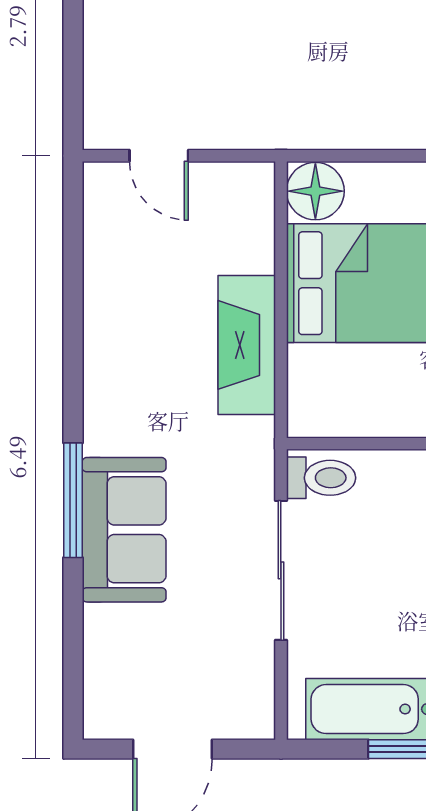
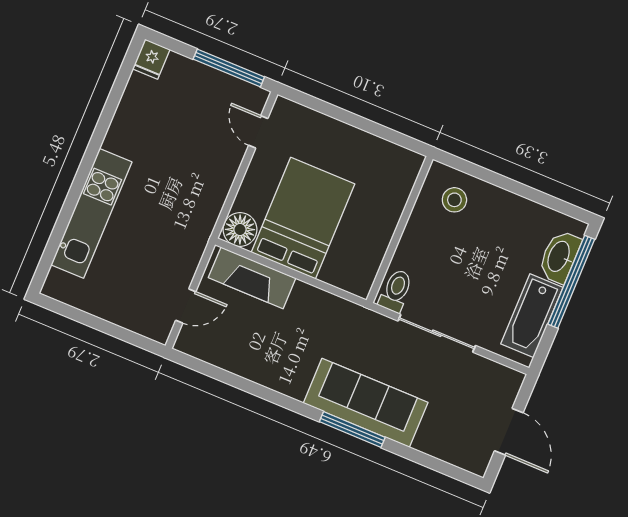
fireplace: (247, 345) -> (252, 278), moved
sofa: (124, 530) -> (366, 403), width x1.36

